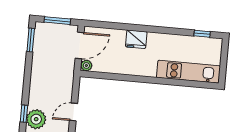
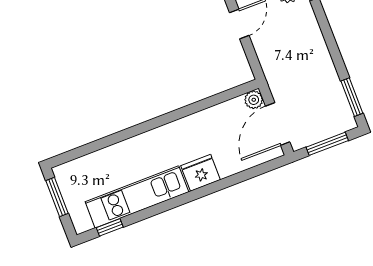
window: (223, 65) -> (57, 197), added
kitchen unit: (188, 72) -> (137, 197), moved, turned 180

